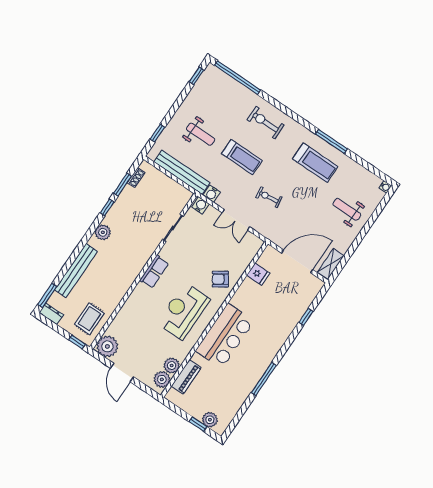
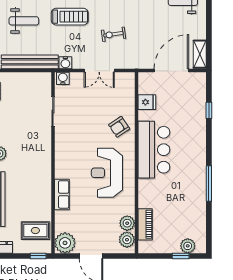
row of seats: (154, 272) -> (62, 194), moved
rug: (89, 319) -> (35, 231), turned 90
bar counter: (225, 336) -> (154, 150), moved

